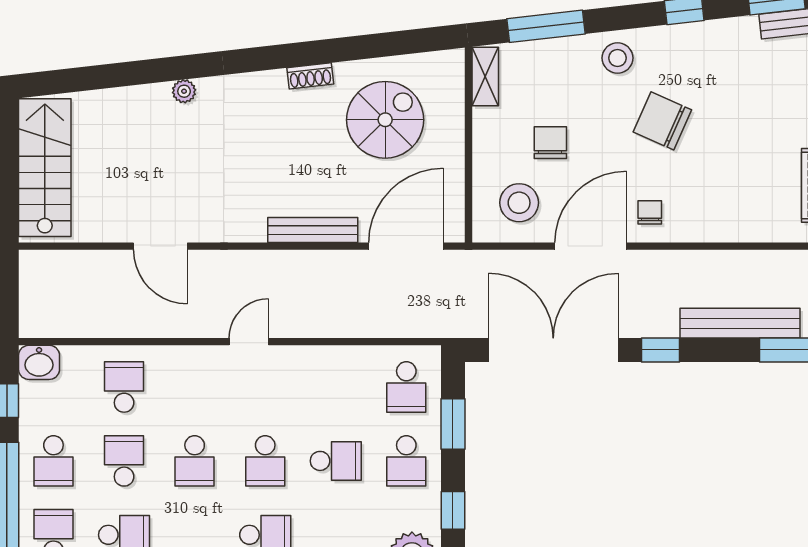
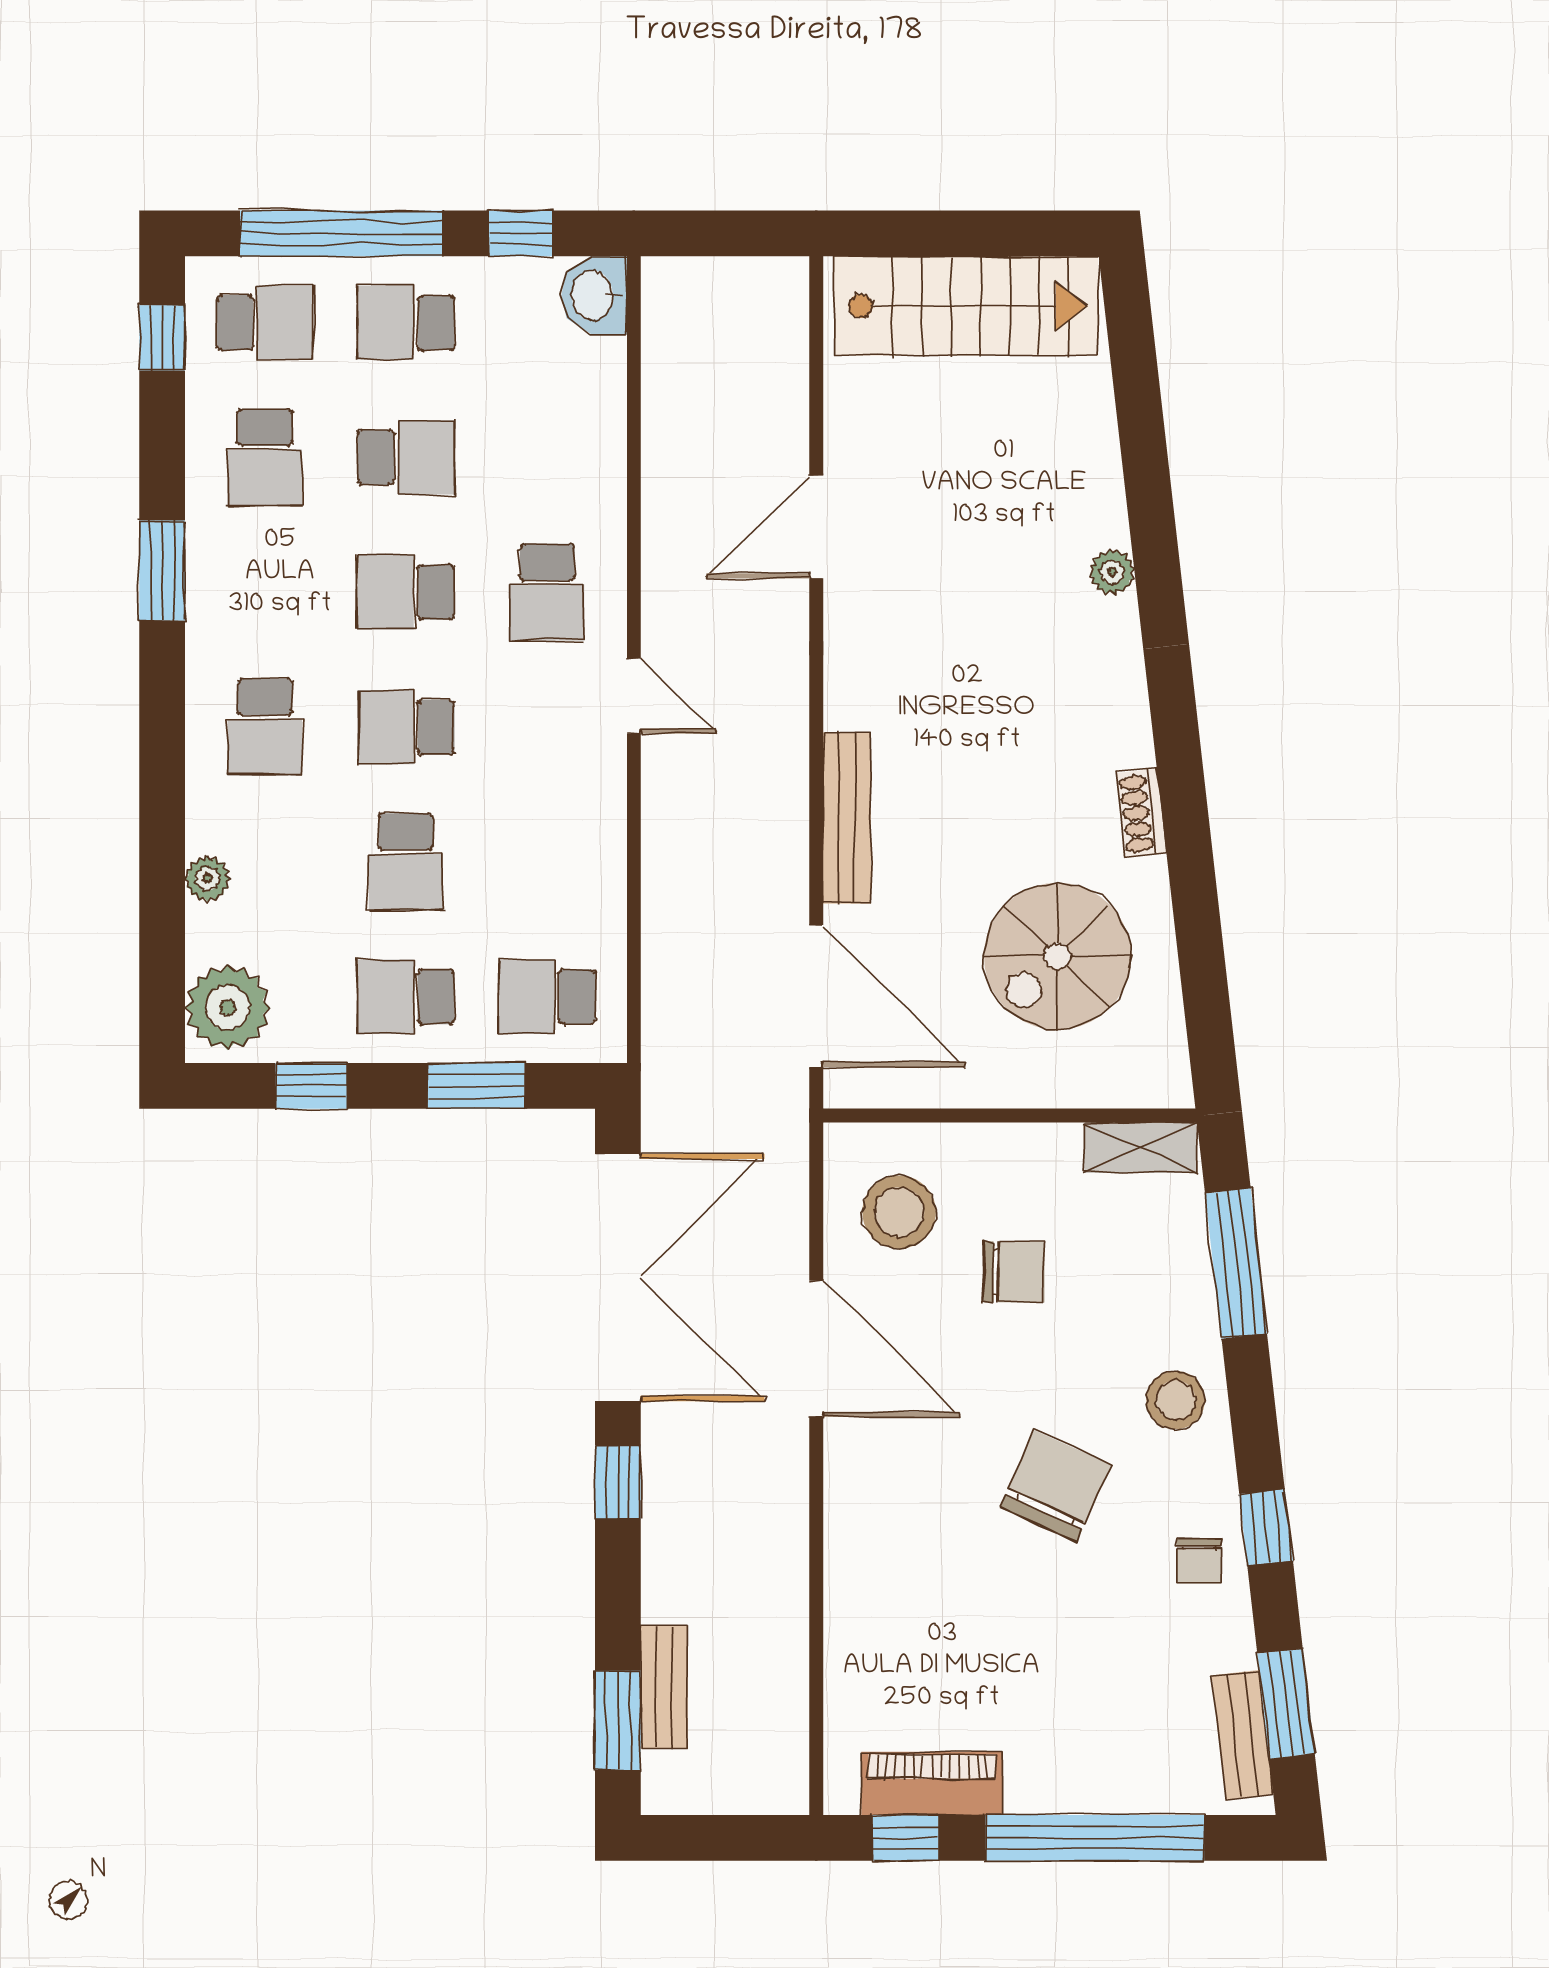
spiral stairs: (385, 120) -> (1058, 956), turned 90
chair: (650, 212) -> (1199, 1561), moved, turned 90
bench: (740, 323) -> (664, 1687), width x0.54, depth x0.82
school desk: (124, 387) -> (547, 592), moved, turned 90

